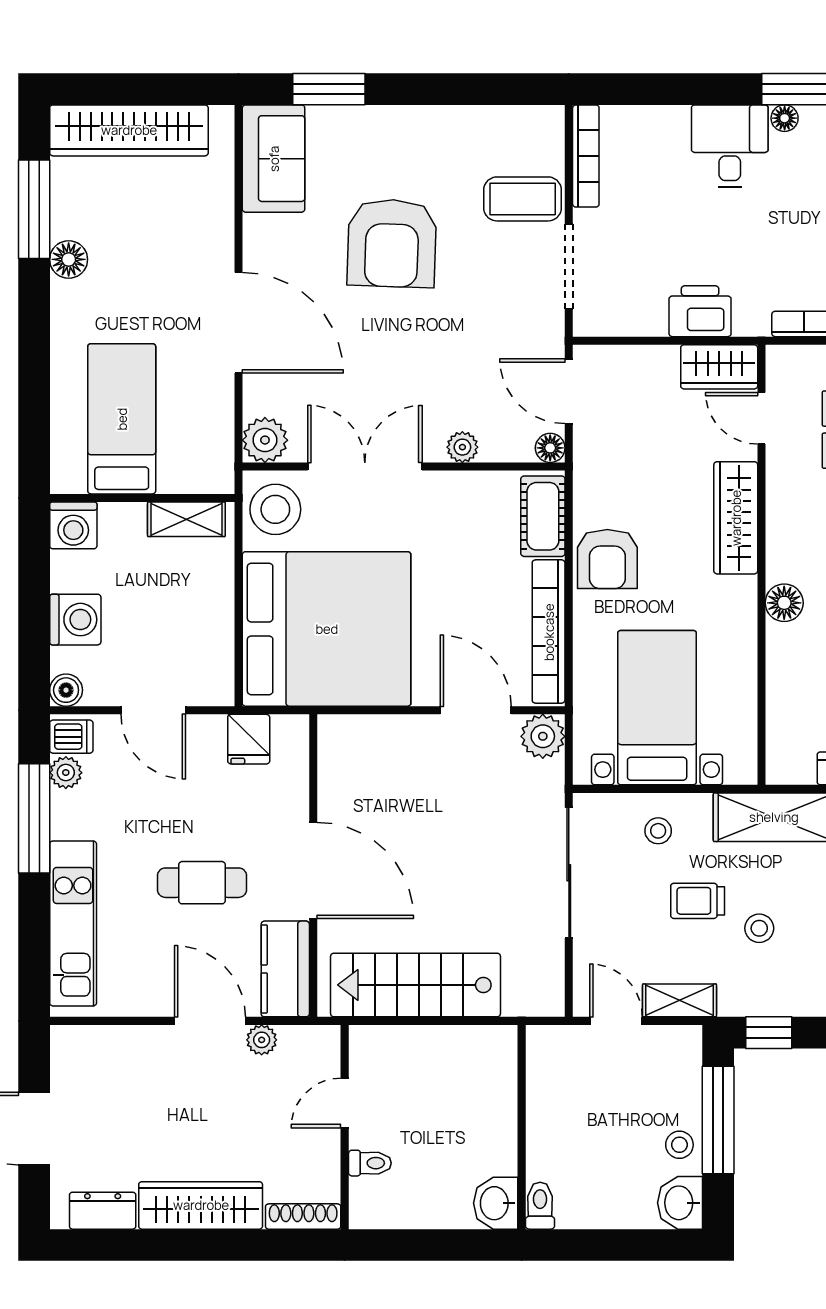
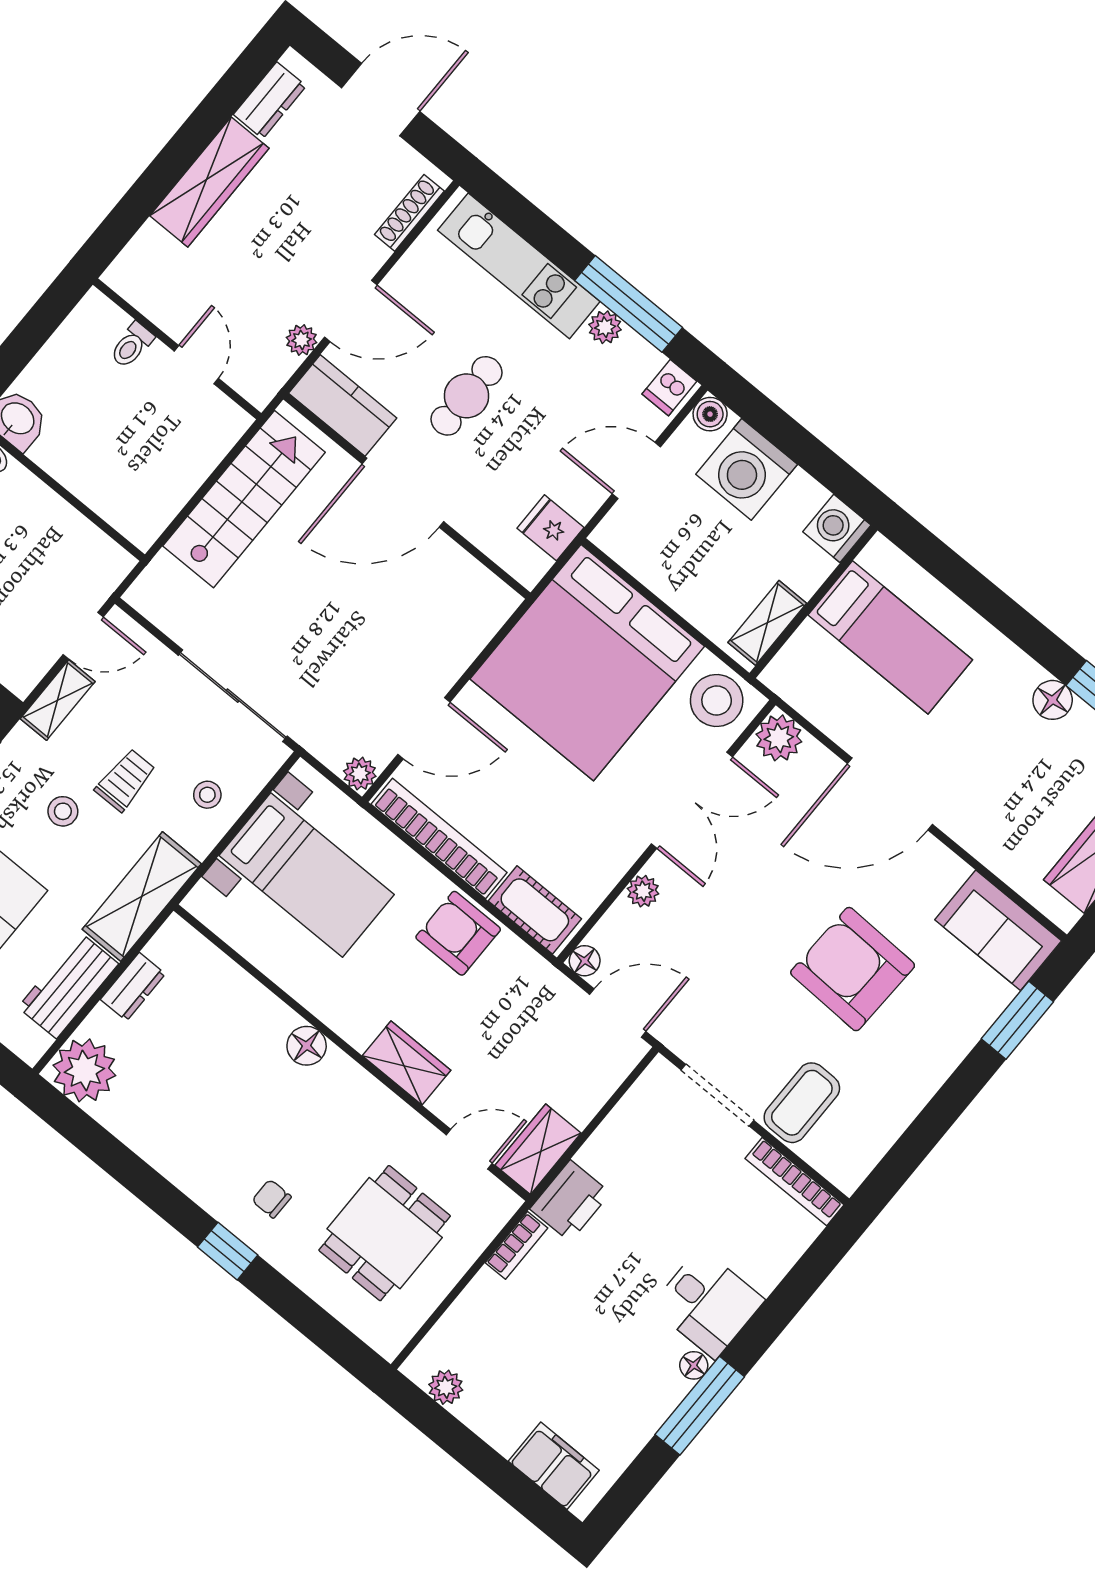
printer: (700, 311) -> (570, 1201), moved
wardrobe: (736, 518) -> (406, 1063), width x0.67
washing machine: (75, 620) -> (747, 469), width x1.37, depth x1.37
plant: (543, 736) -> (360, 774), width x0.73, depth x0.73
plant: (66, 773) -> (605, 327), moved
shoe rack: (303, 1217) -> (409, 213), moved, turned 180

